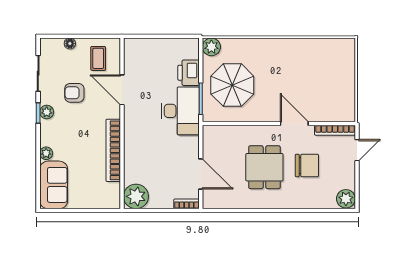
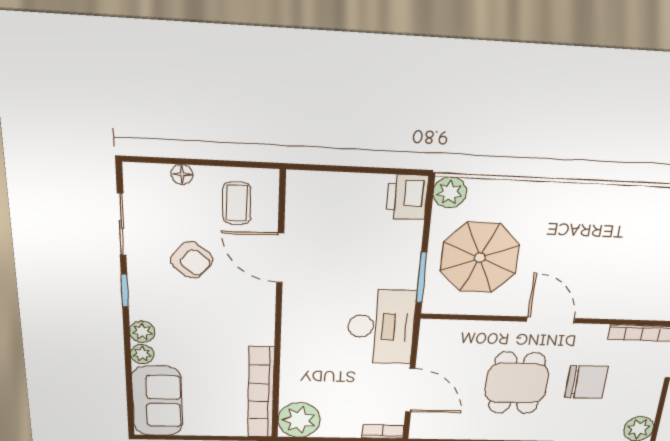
printer: (189, 73) -> (407, 197), moved
armchair: (74, 93) -> (192, 260), turned -141
desk: (180, 111) -> (381, 327), moved
plant: (47, 112) -> (142, 332), moved
door: (294, 123) -> (551, 320), moved
bookcase: (113, 150) -> (261, 393), moved

